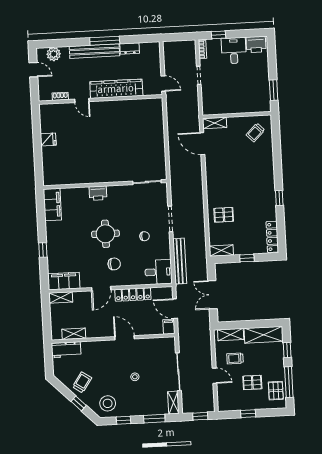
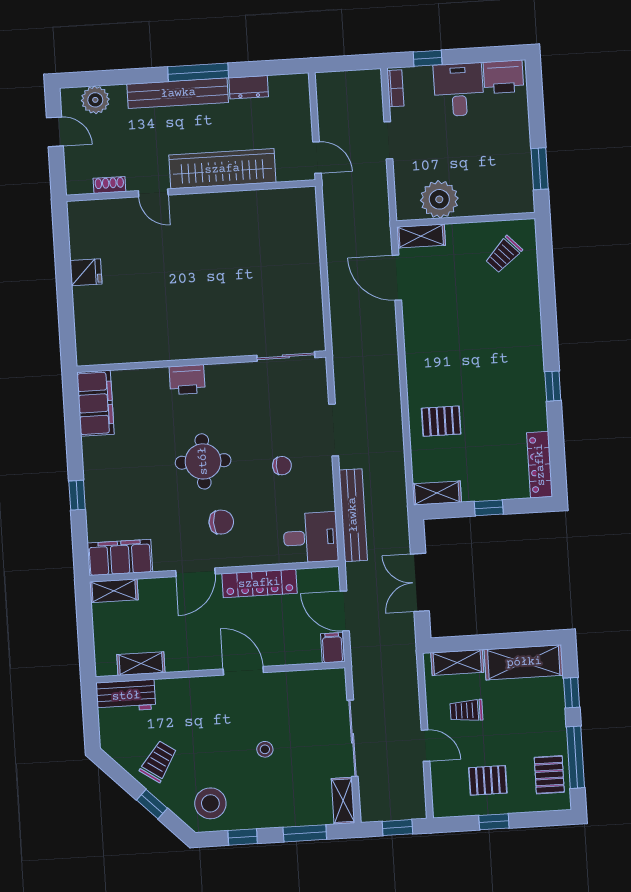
plant: (224, 105) -> (439, 199), added
pallet: (252, 382) -> (488, 780), moved

